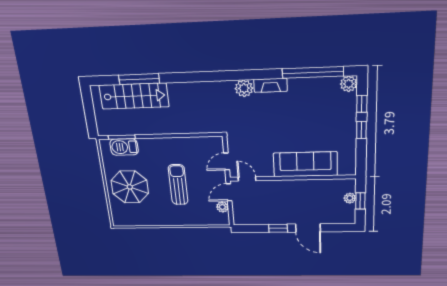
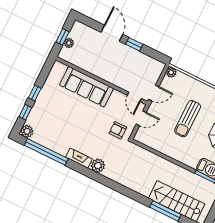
armchair: (244, 137) -> (118, 130), added
plant: (222, 207) -> (171, 72), moved

